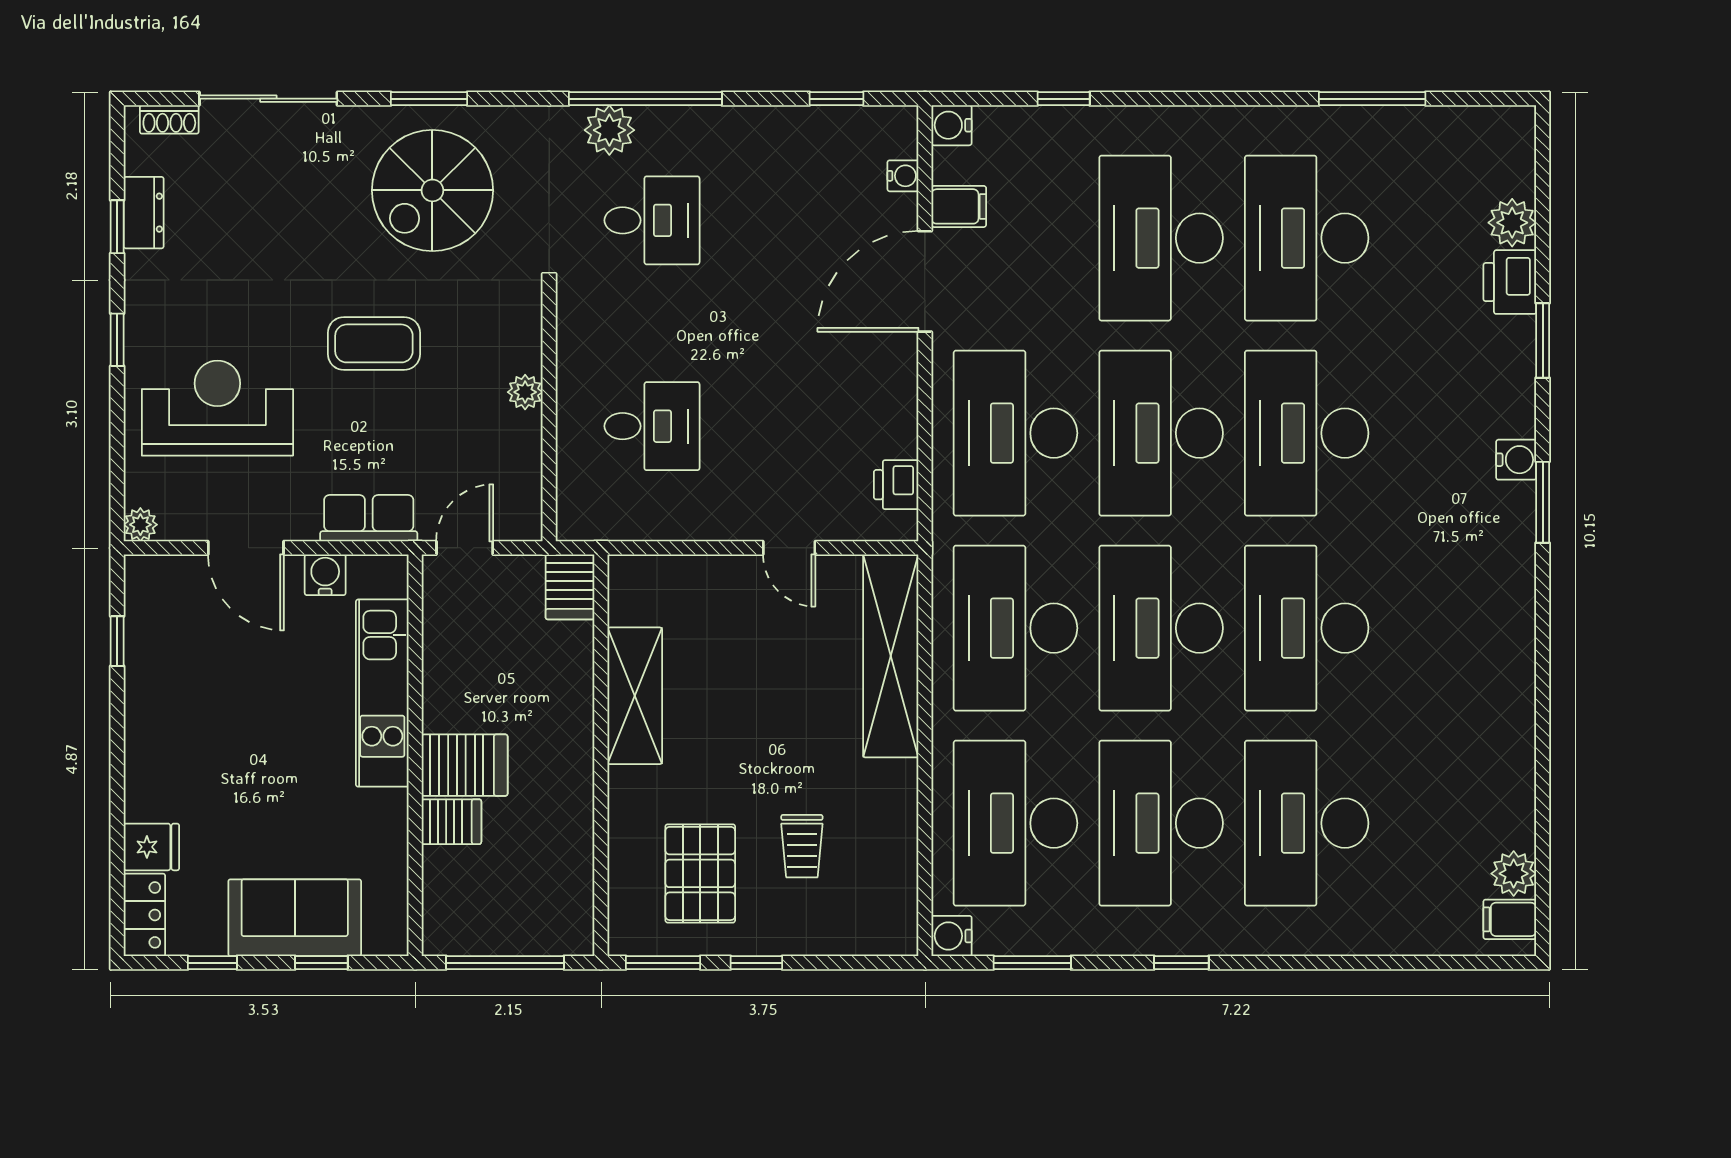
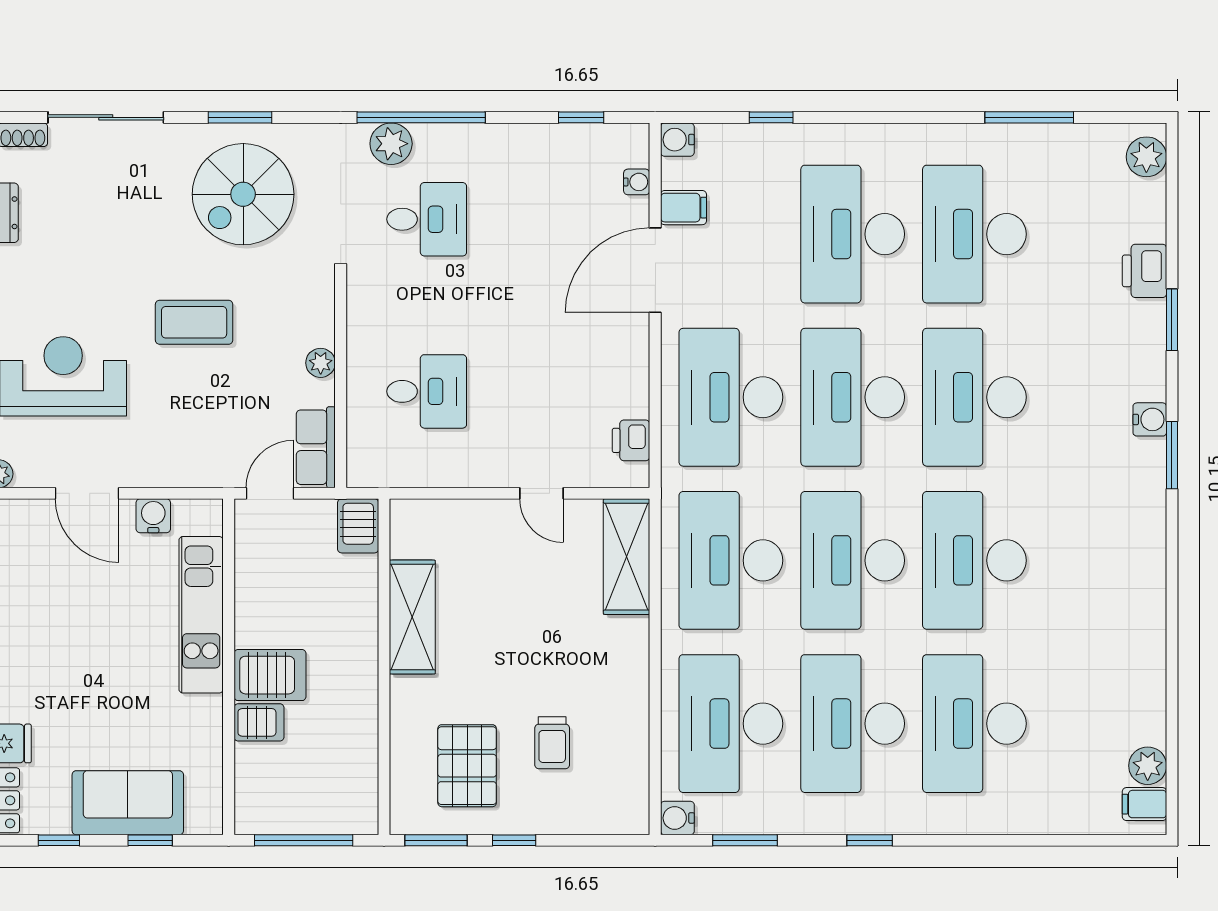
plant: (1512, 223) -> (1146, 157), moved
row of seats: (369, 518) -> (316, 447), moved, turned -90
shelving: (891, 656) -> (627, 557), width x0.68

